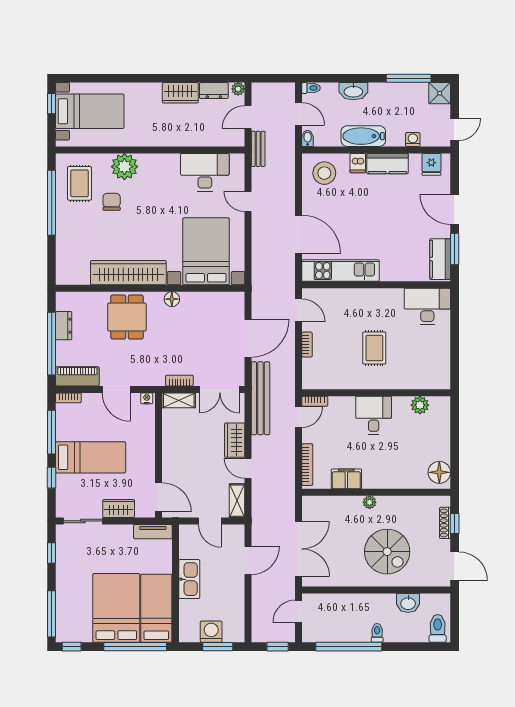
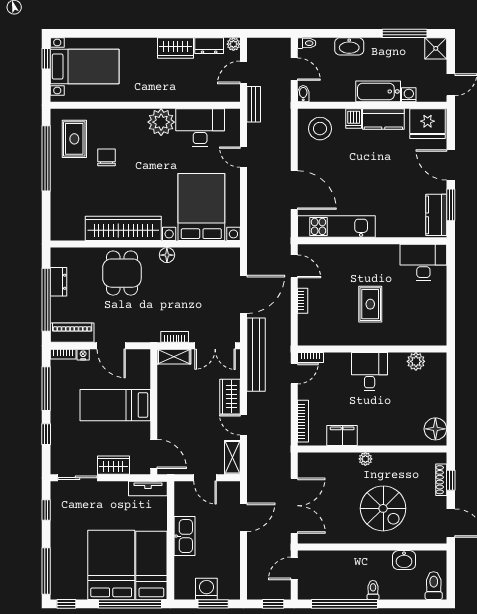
bathtub: (363, 136) -> (378, 91), moved
fridge: (431, 164) -> (428, 124), width x1.88, depth x1.34
plant: (124, 167) -> (161, 122), moved
nightstand: (147, 398) -> (83, 355), moved
bed: (91, 457) -> (115, 405), moved, turned 180

